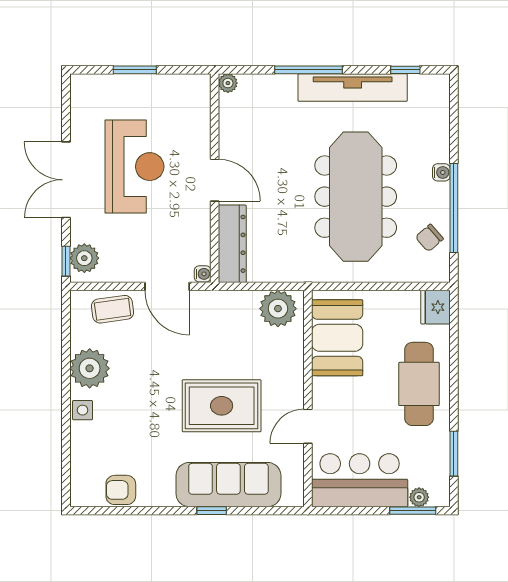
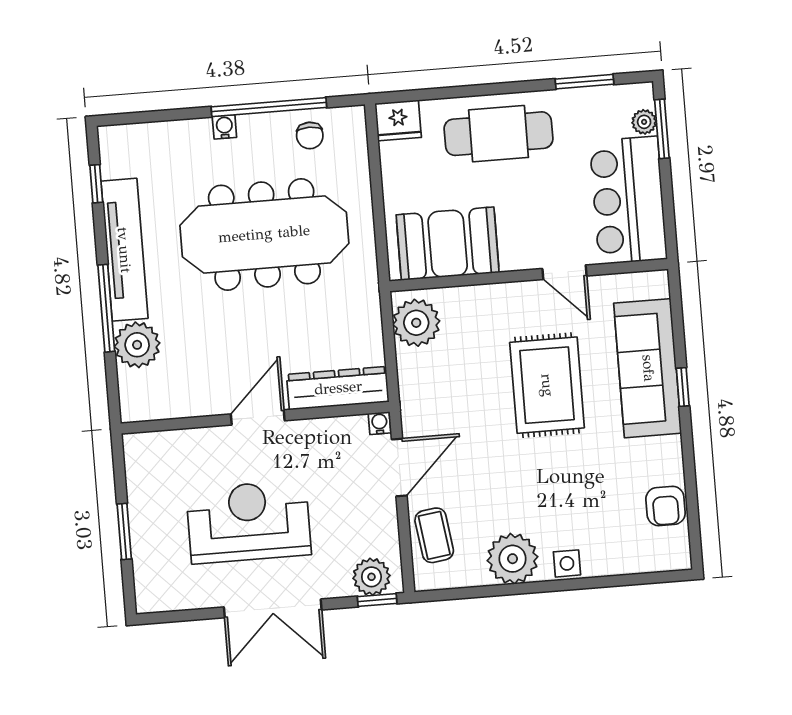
plant: (228, 83) -> (137, 345), moved, width x1.87, depth x1.87
chair: (429, 238) -> (310, 136), turned 41

